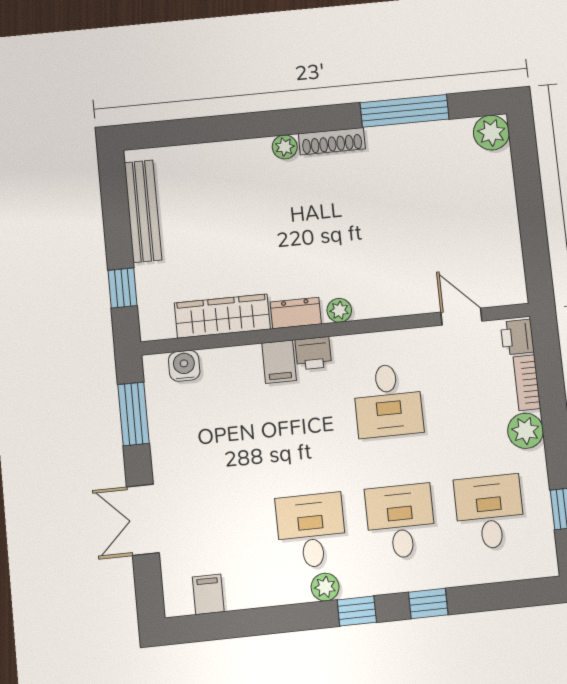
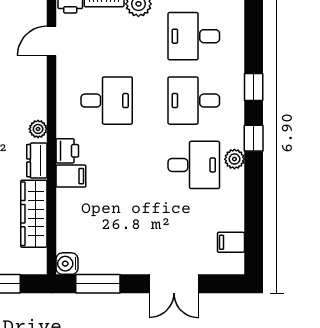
water cooler: (184, 366) -> (67, 264), moved
desk: (311, 531) -> (194, 165), turned 180

